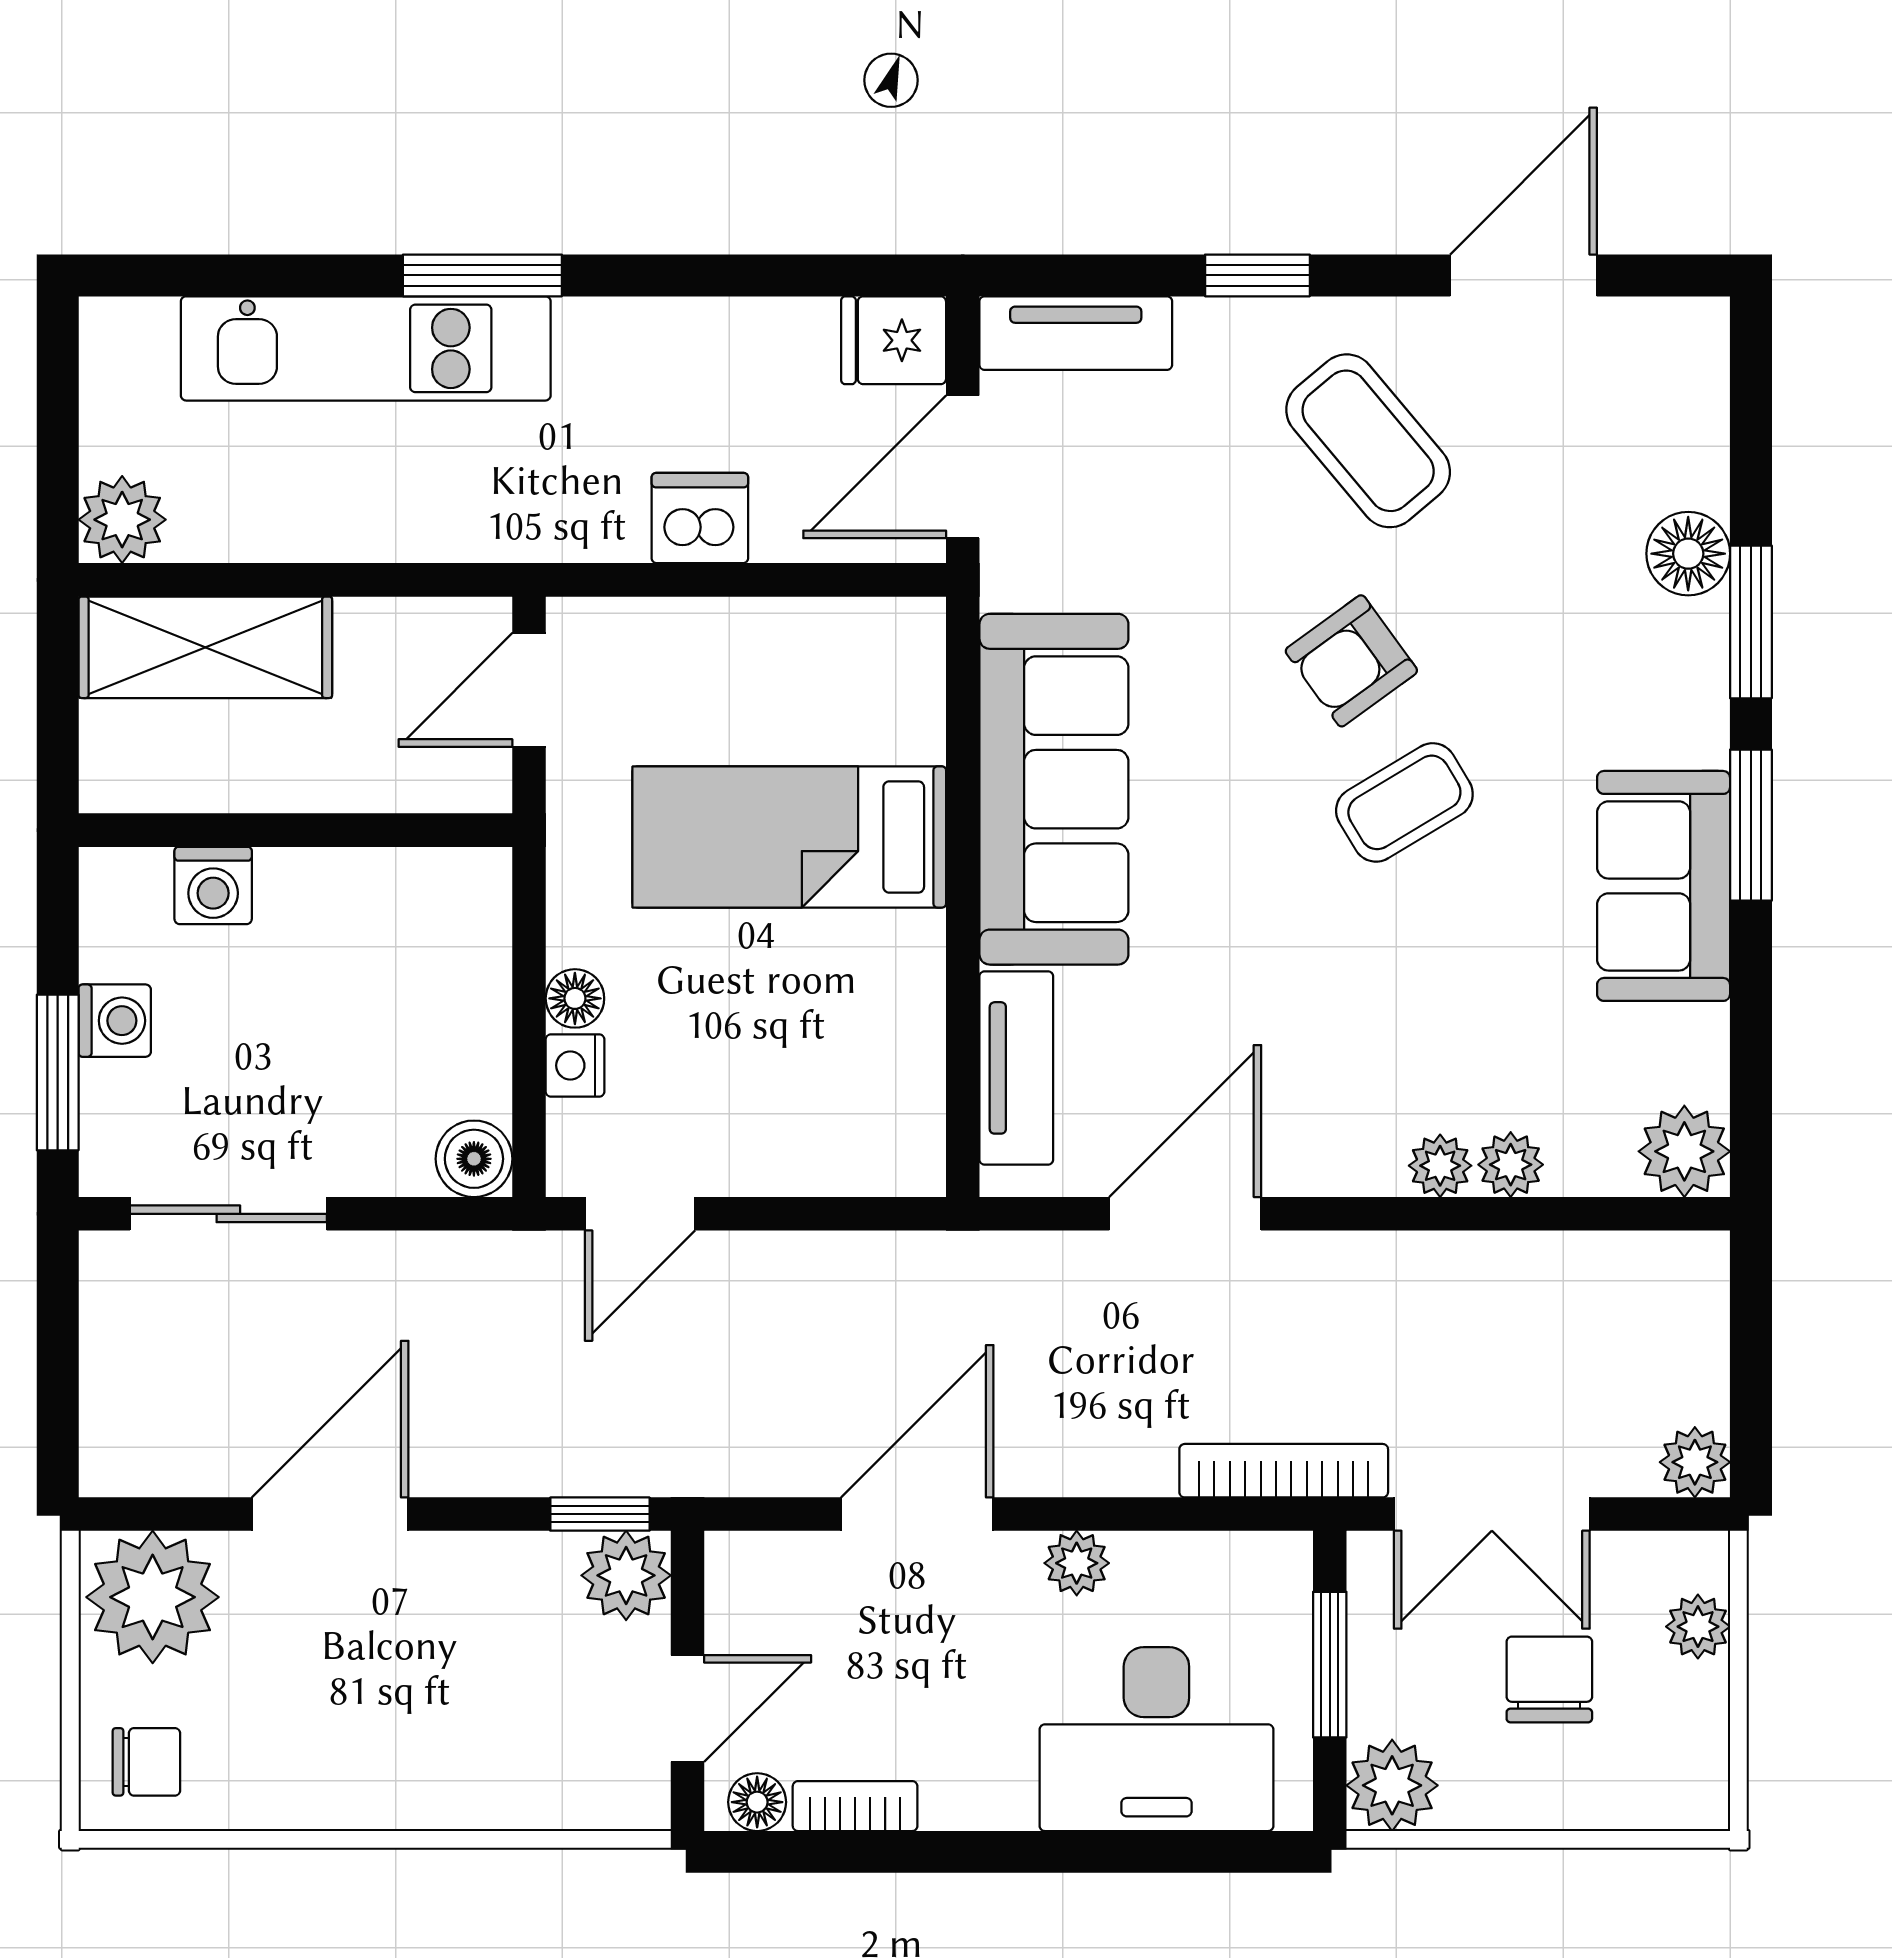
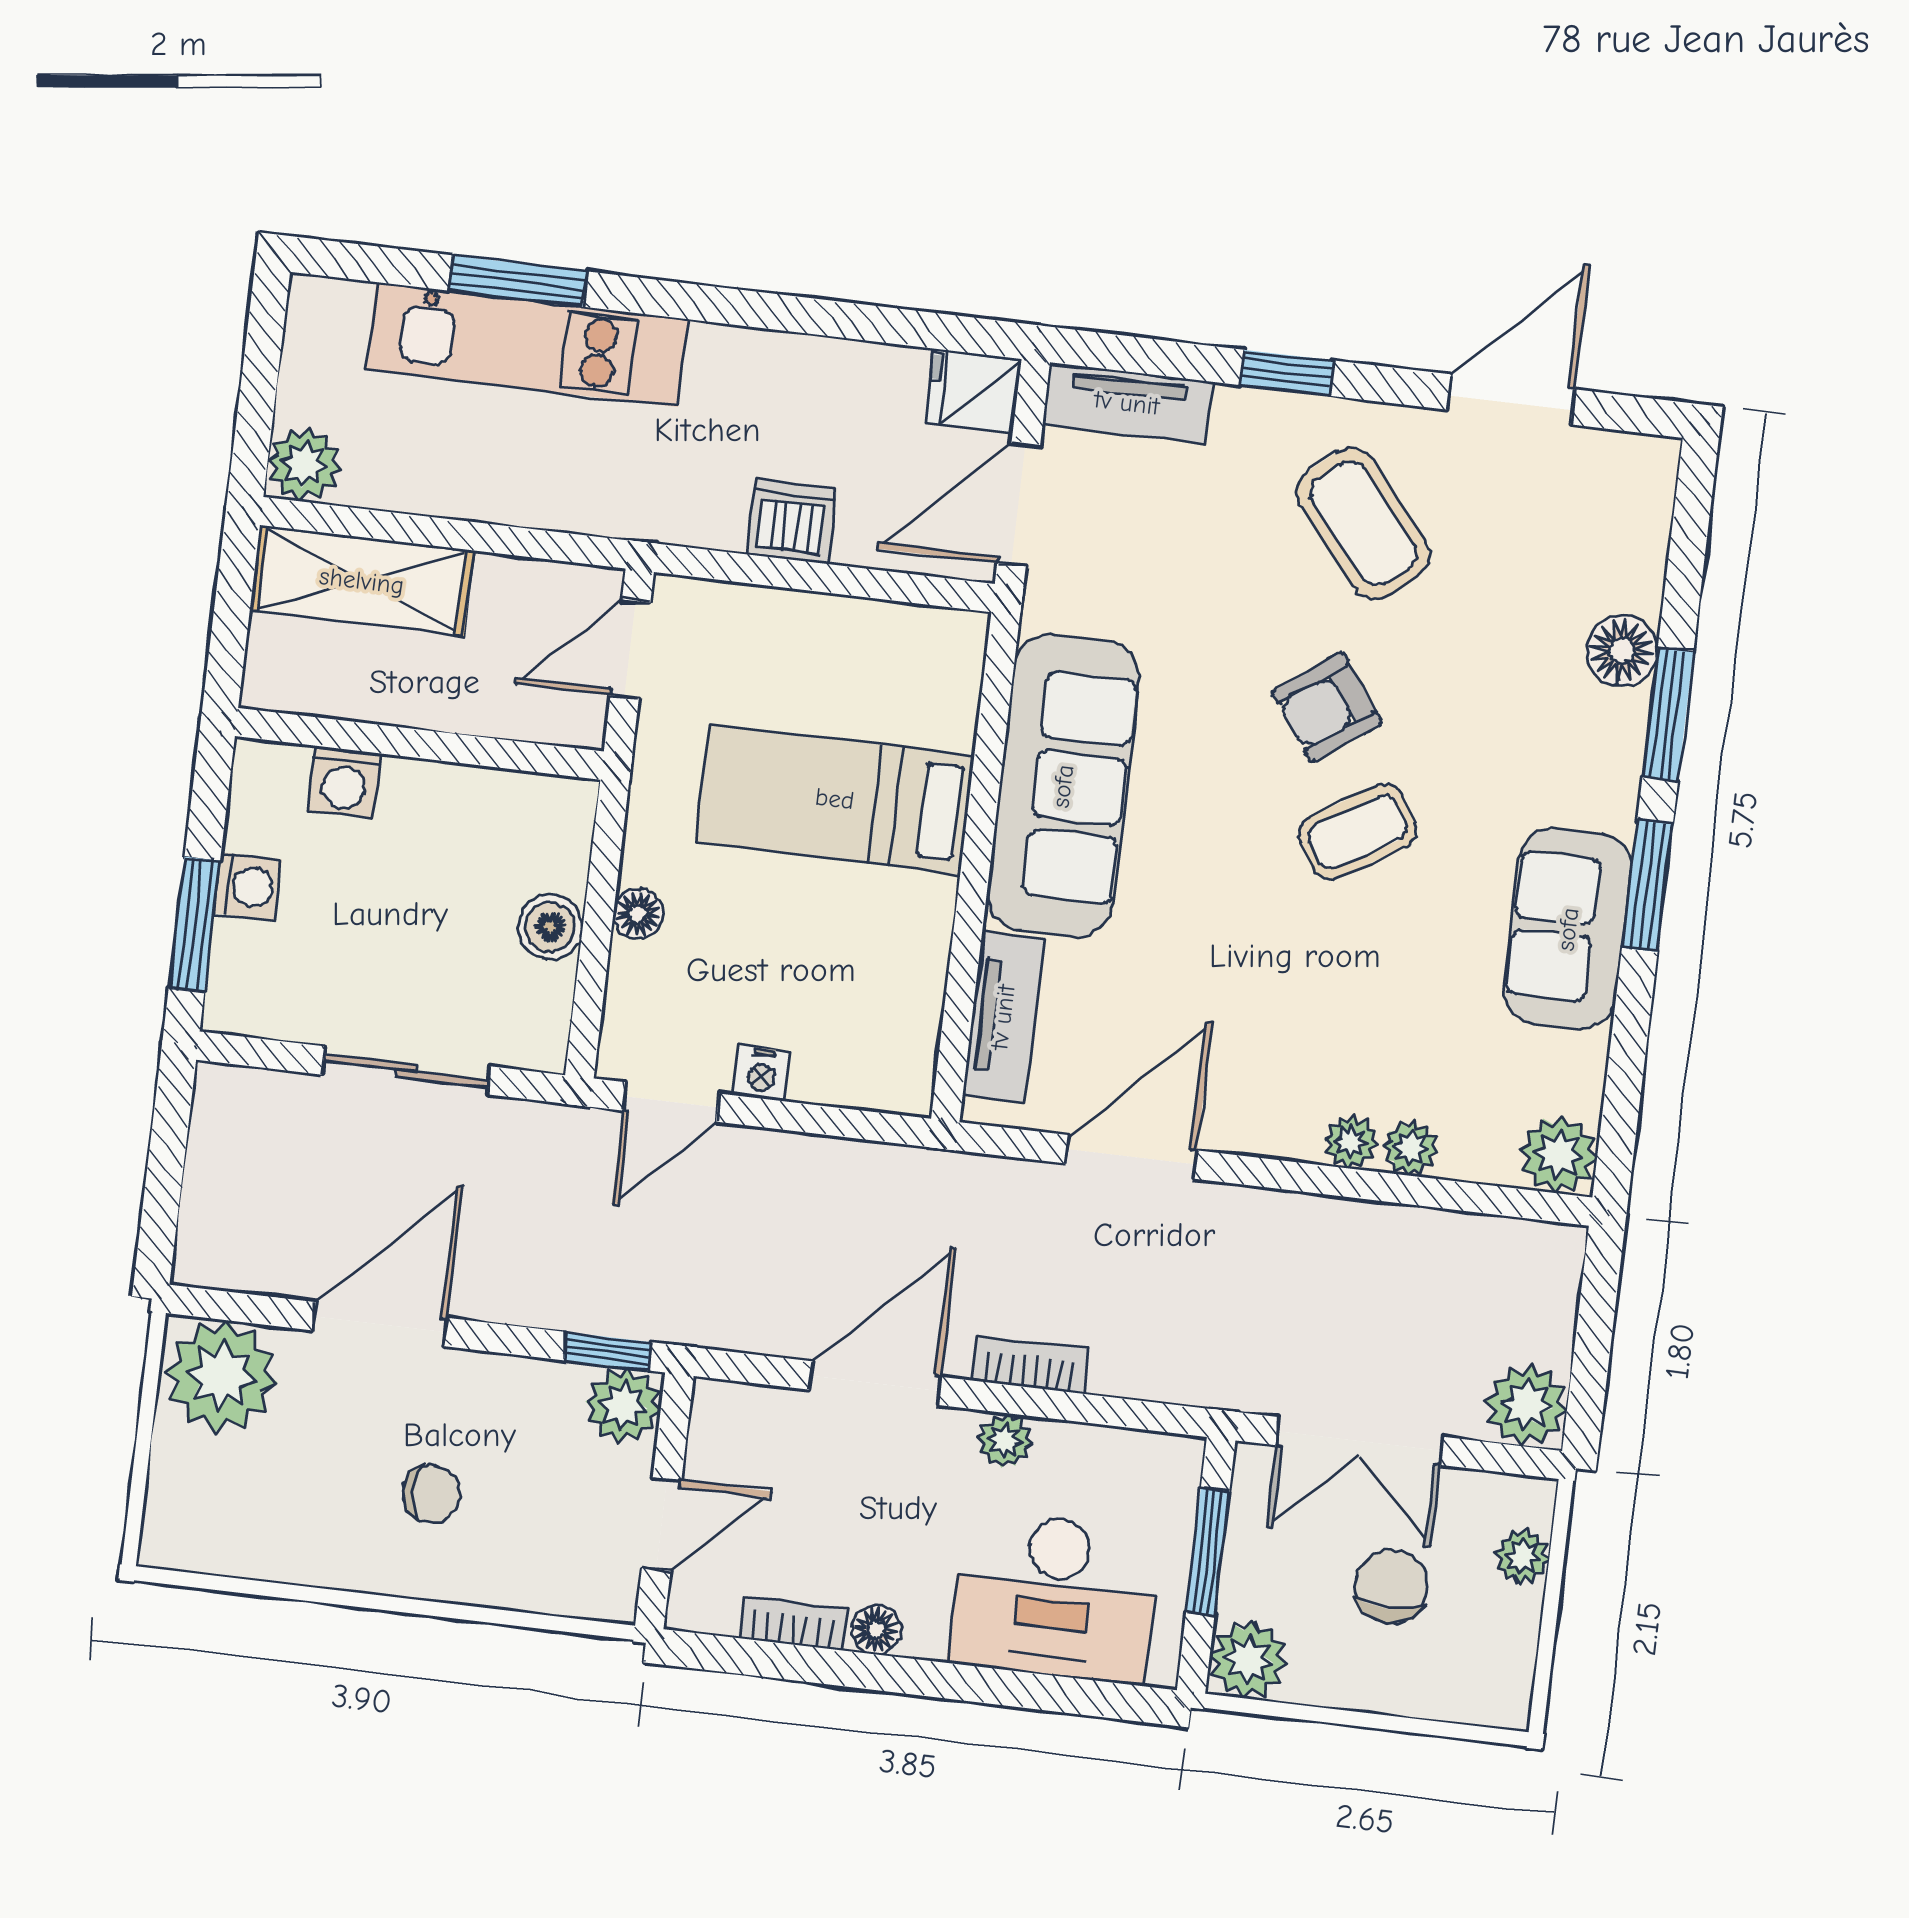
window: (482, 275) -> (518, 281), moved
nightstand: (575, 1065) -> (762, 1073), moved, turned -90
boiler: (474, 1159) -> (550, 927), moved
sliding door: (228, 1214) -> (406, 1070), moved
plant: (1695, 1462) -> (1526, 1405), width x1.38, depth x1.38
bookcase: (1284, 1471) -> (1030, 1365), moved, width x0.64
chair: (146, 1762) -> (432, 1494), moved
floor lamp: (757, 1802) -> (876, 1630), moved

